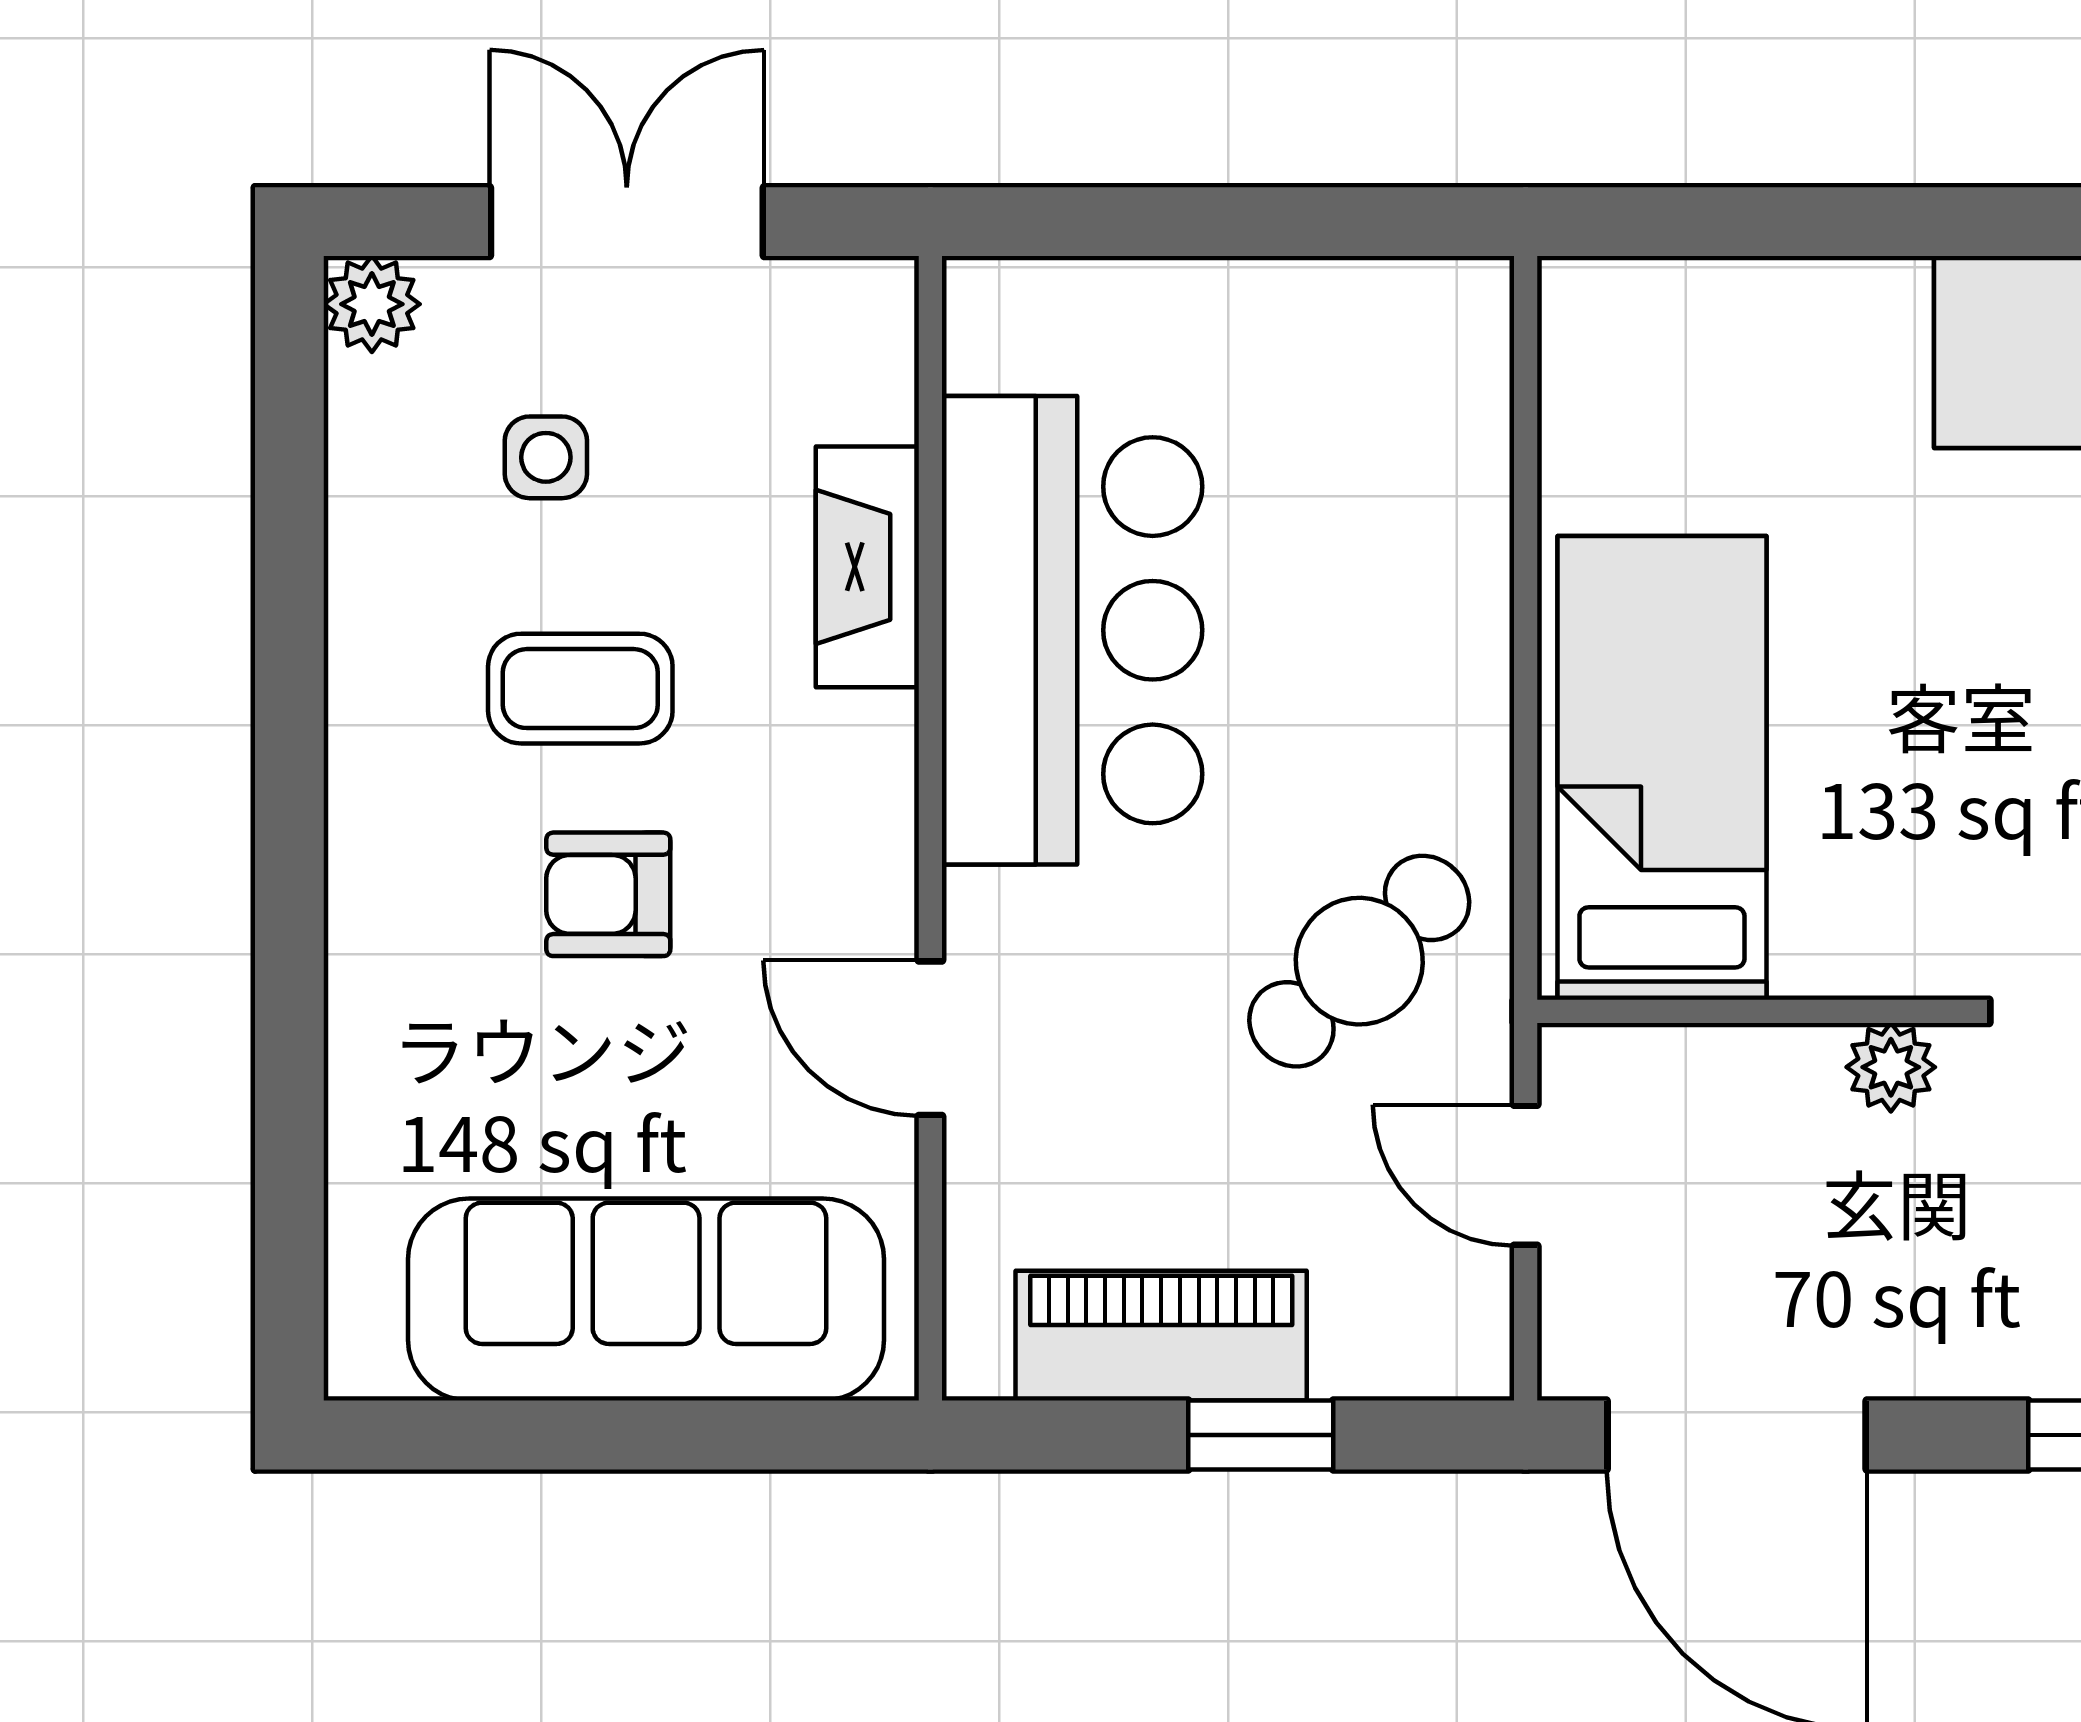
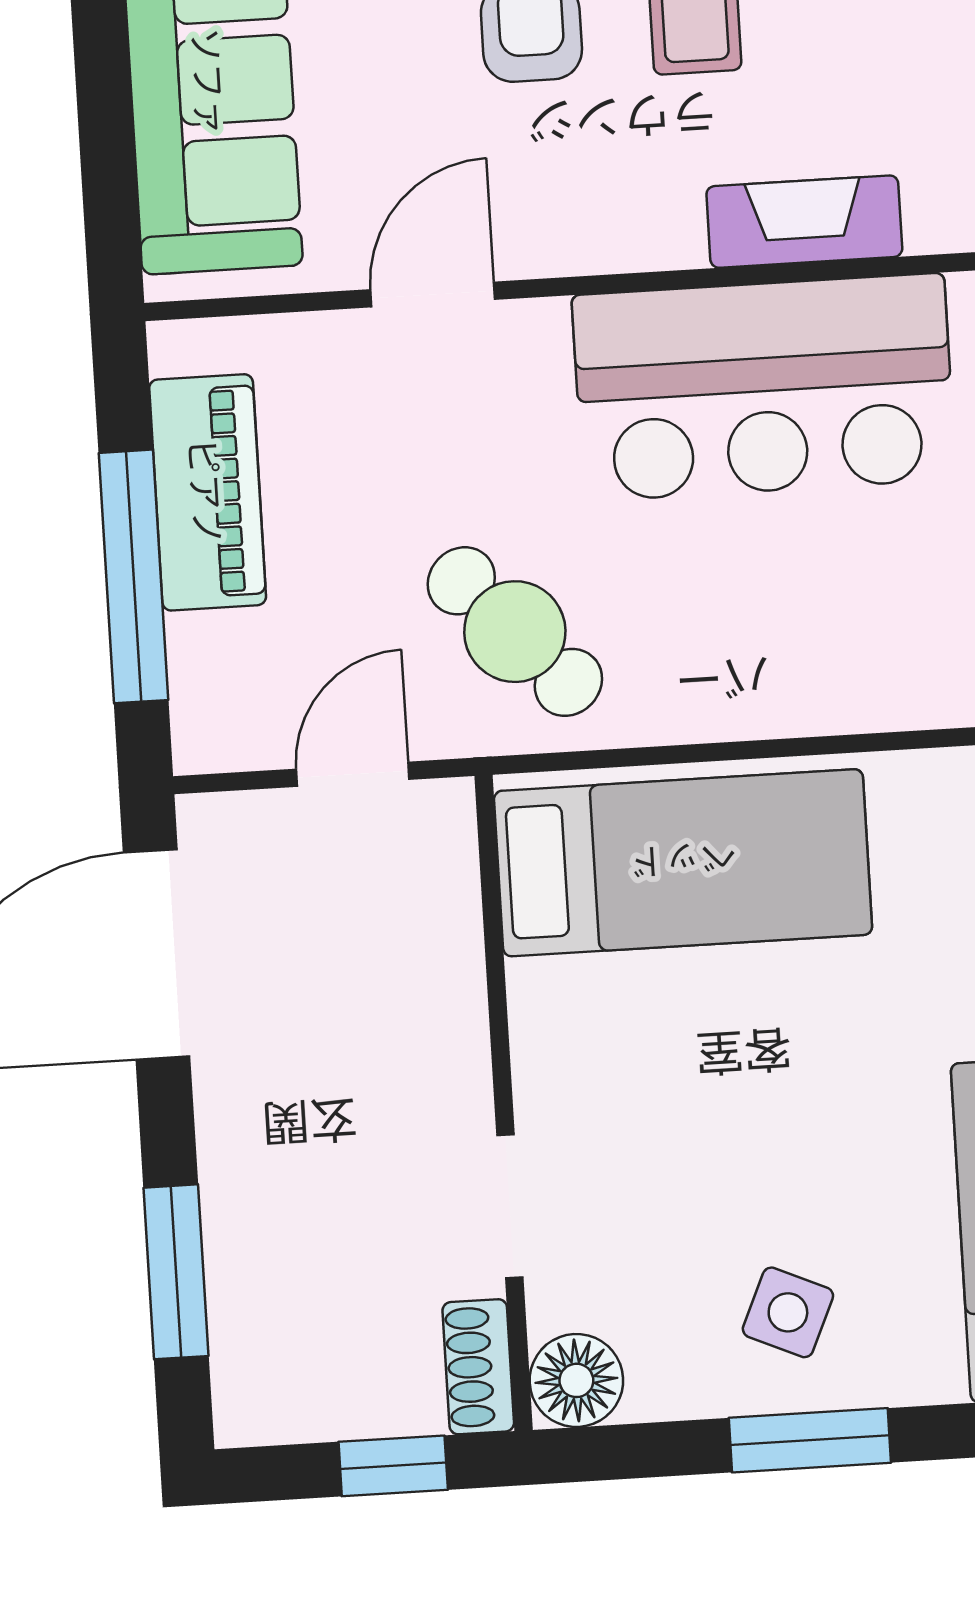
plant: (1891, 1067) -> (456, 1059), removed
window: (1261, 1435) -> (133, 576), width x2.17

